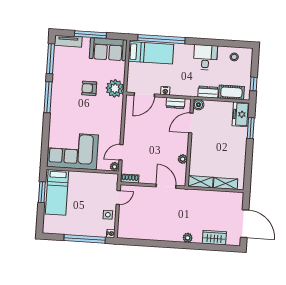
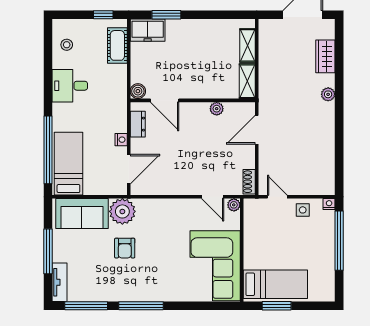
sofa: (108, 49) -> (82, 214), moved, turned 90
dresser: (208, 92) -> (119, 79), removed
door: (144, 95) -> (129, 169), hinge flipped

